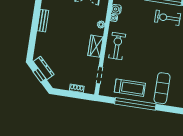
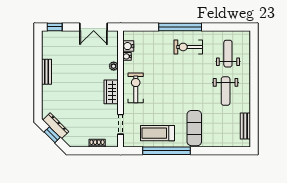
treadmill: (130, 88) -> (158, 133), turned 180

